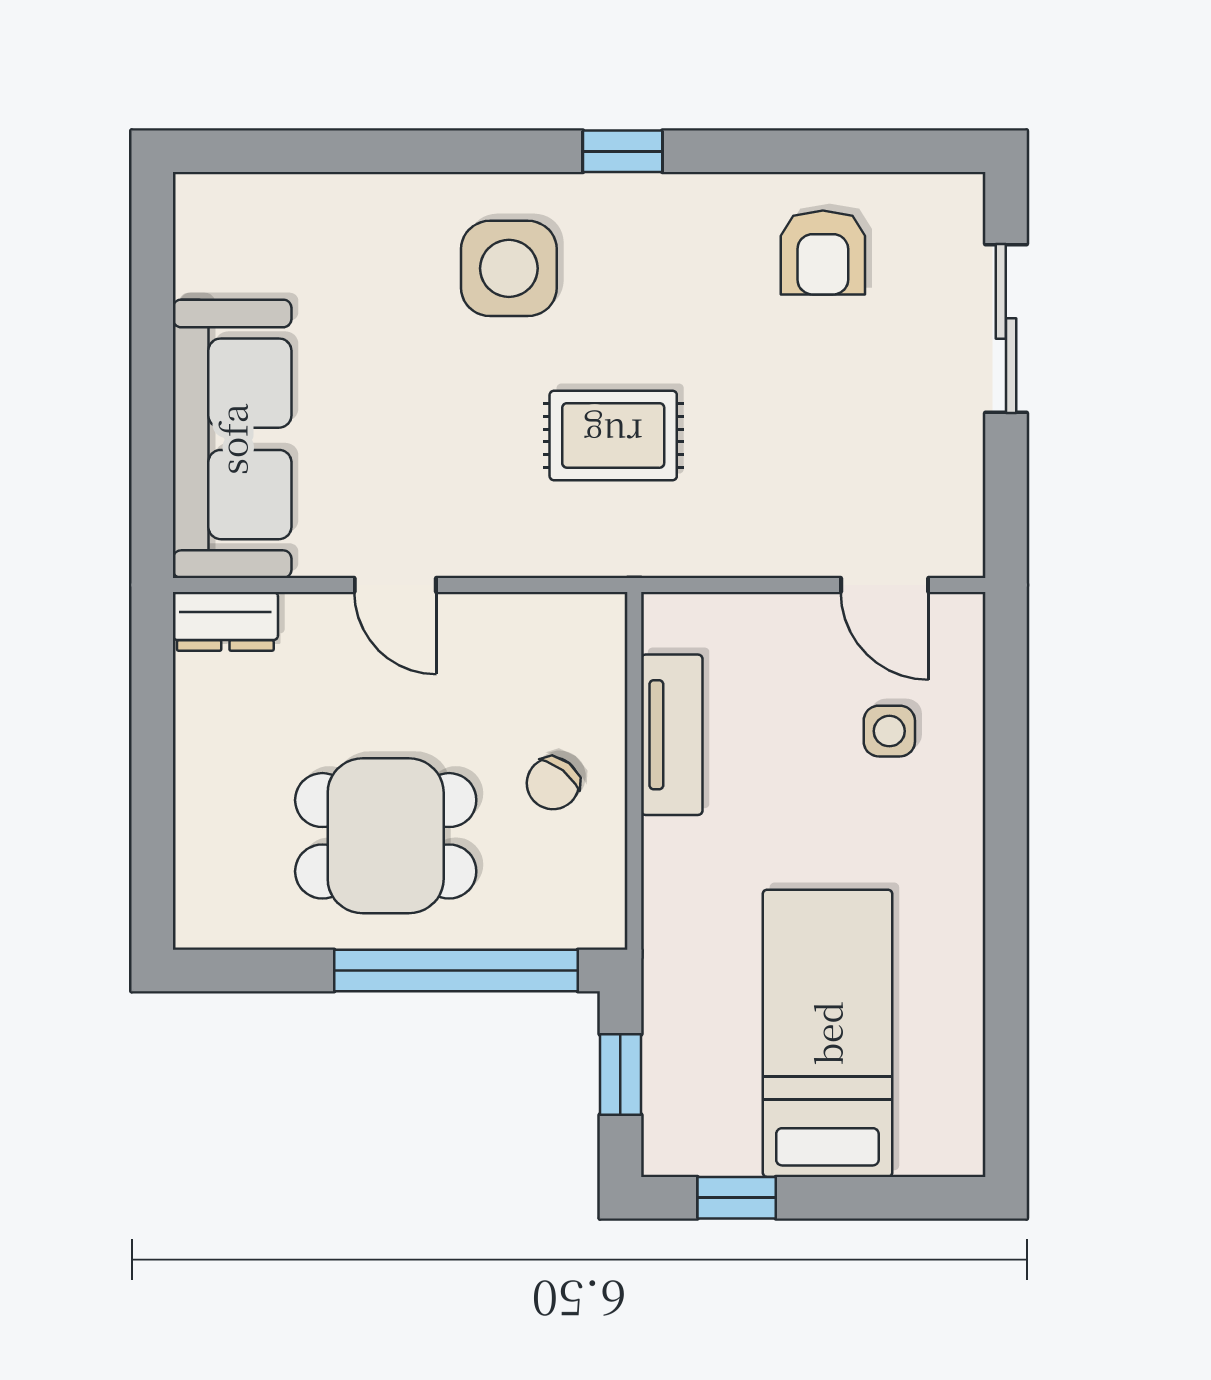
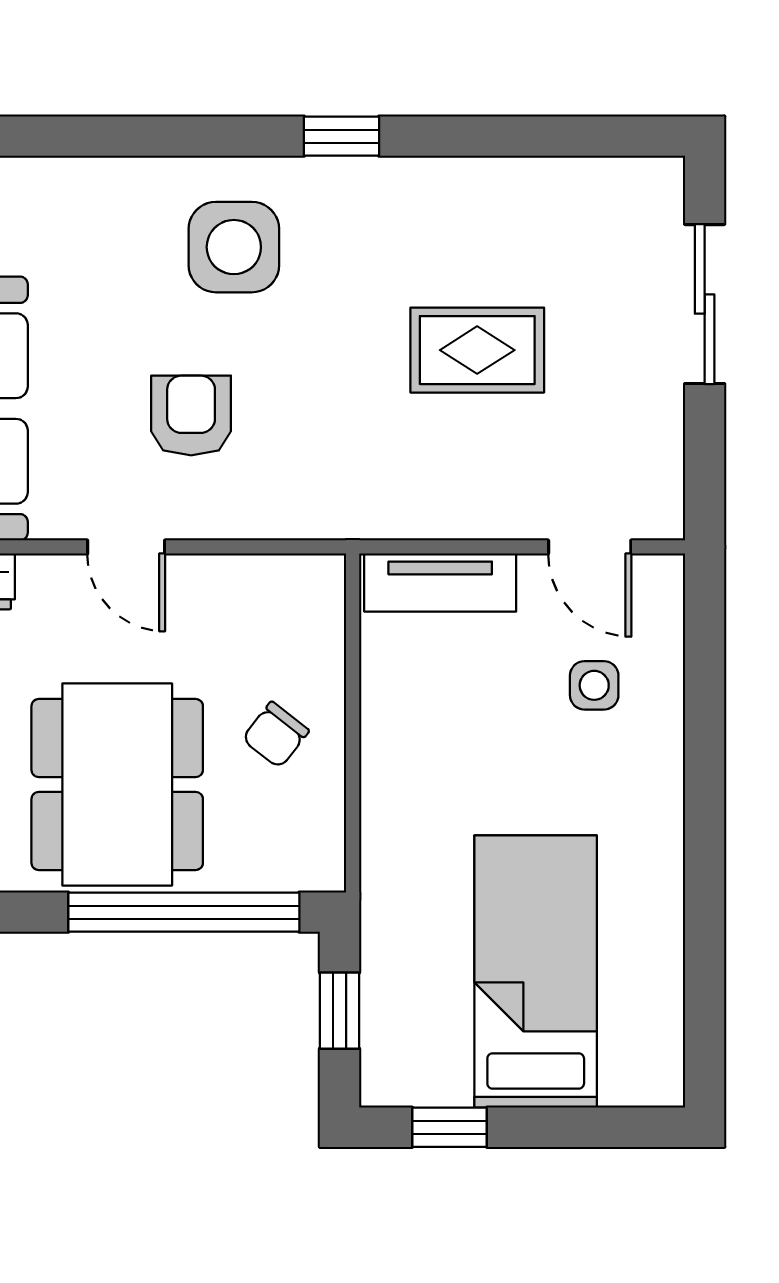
armchair: (823, 253) -> (191, 415), moved, turned 180
rug: (613, 435) -> (477, 350), moved
tv unit: (672, 735) -> (440, 582), moved, turned 90
dining table: (386, 836) -> (117, 784), width x1.38

